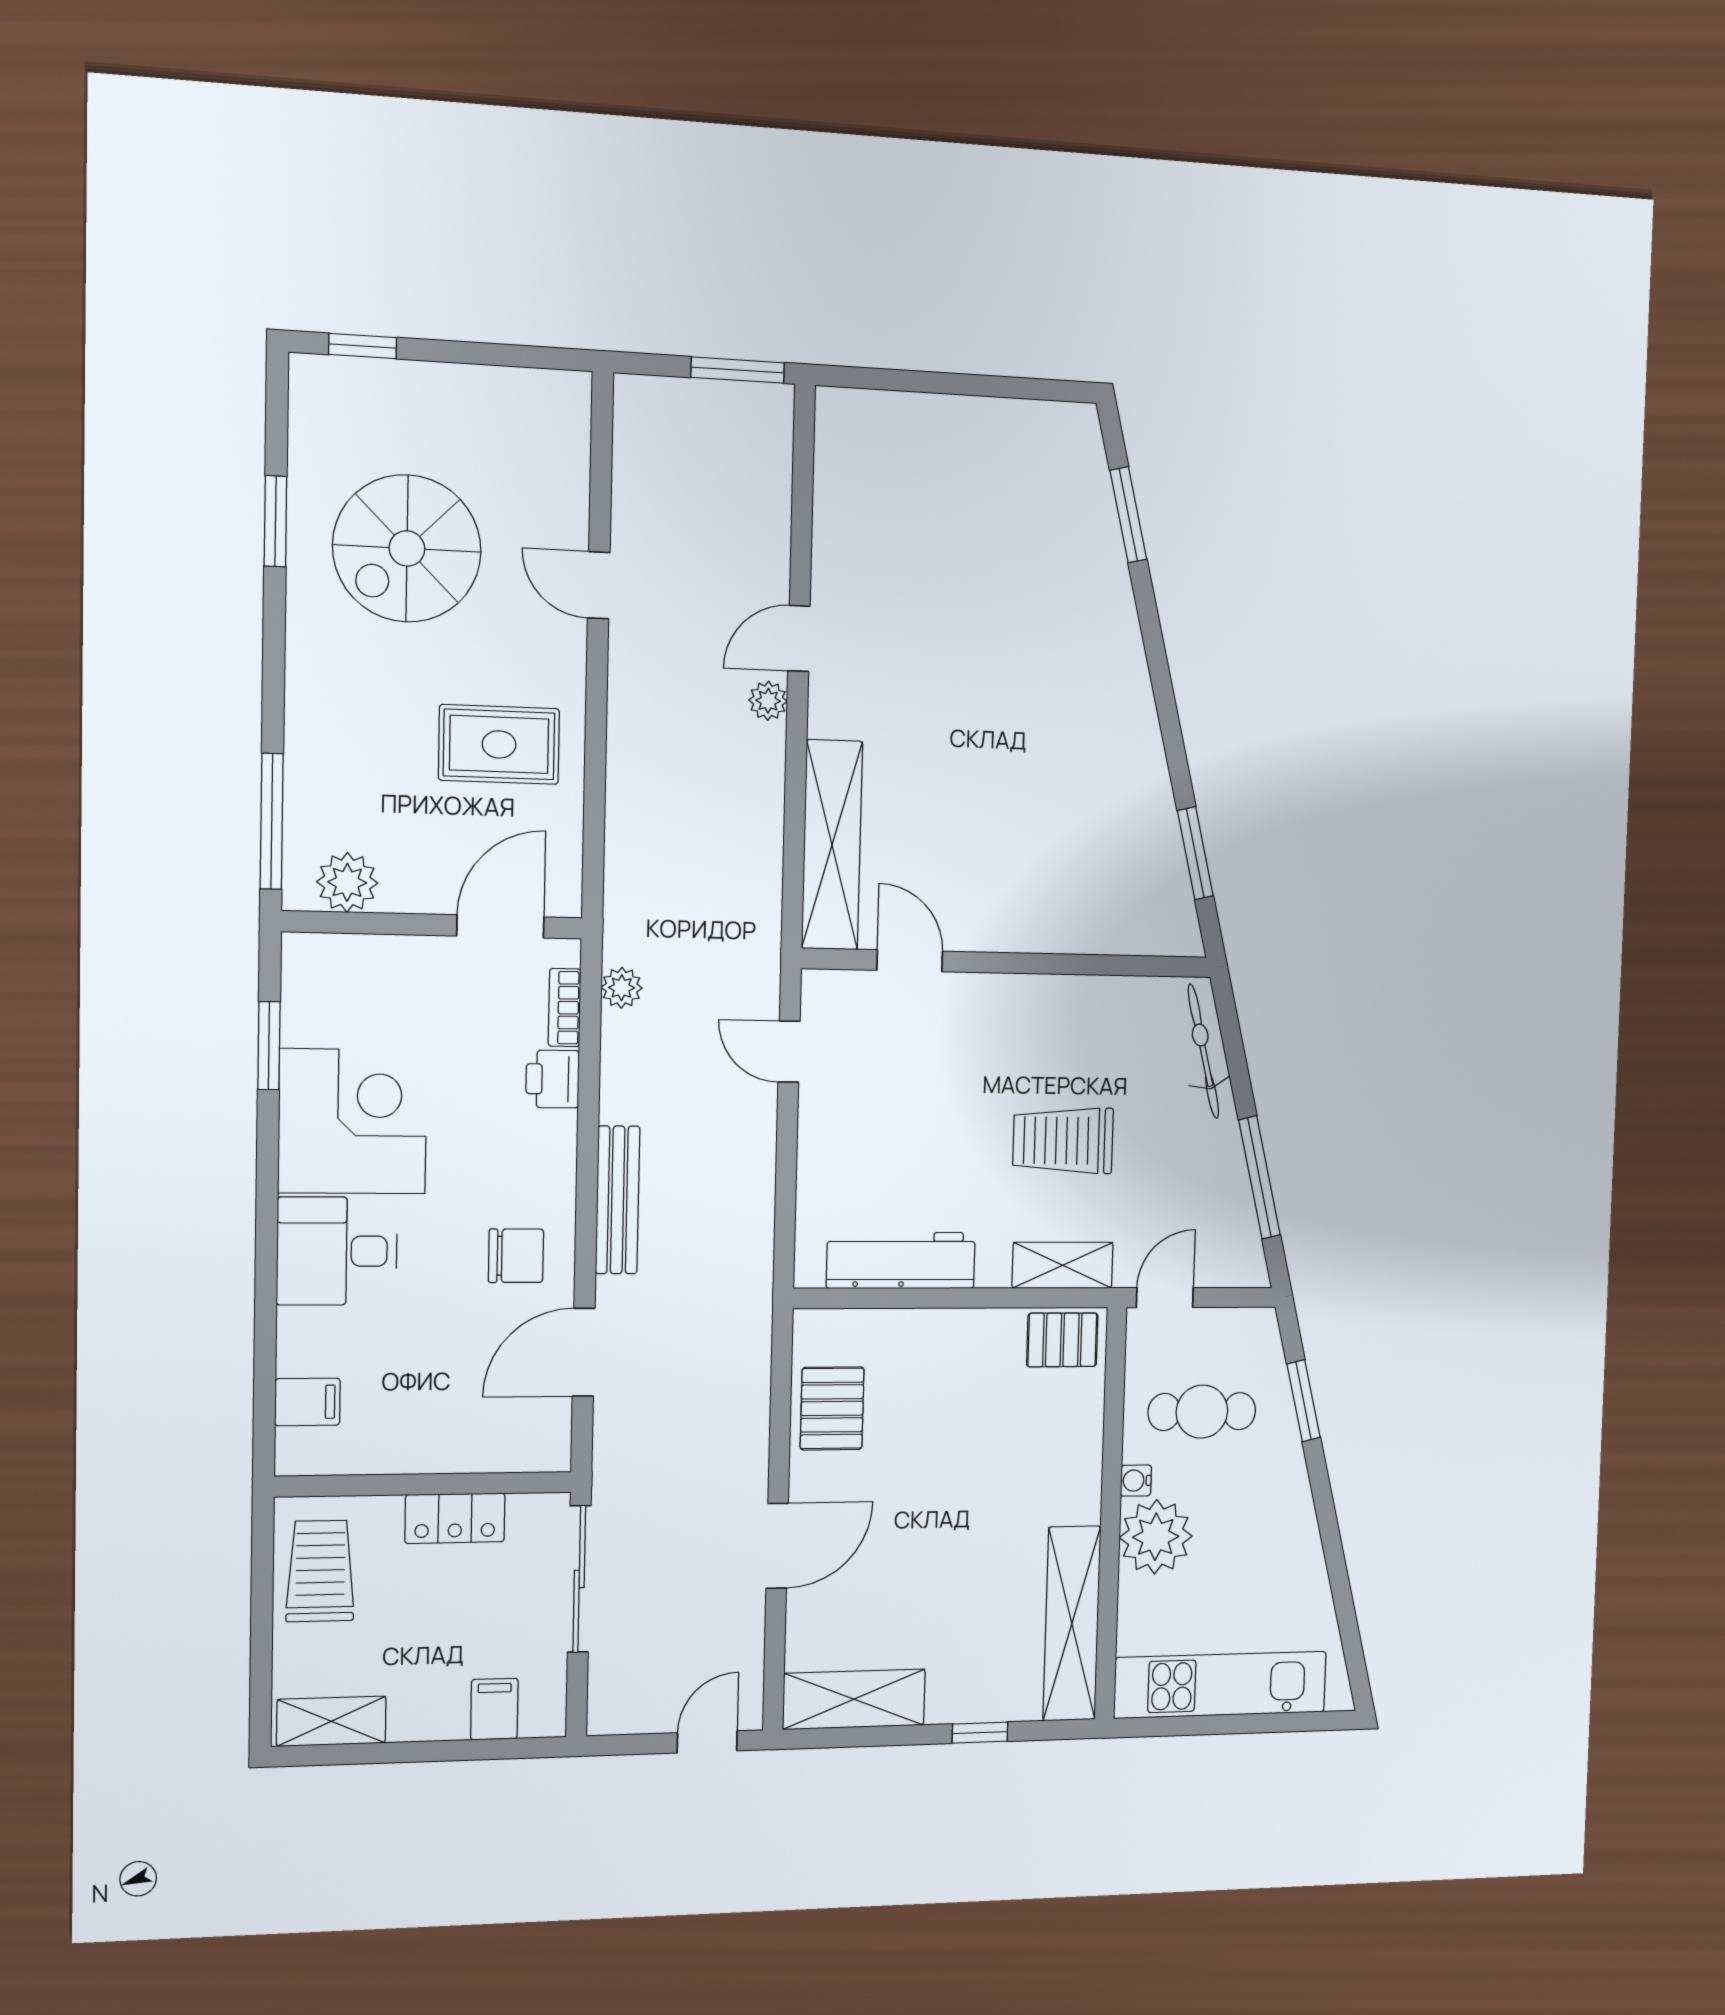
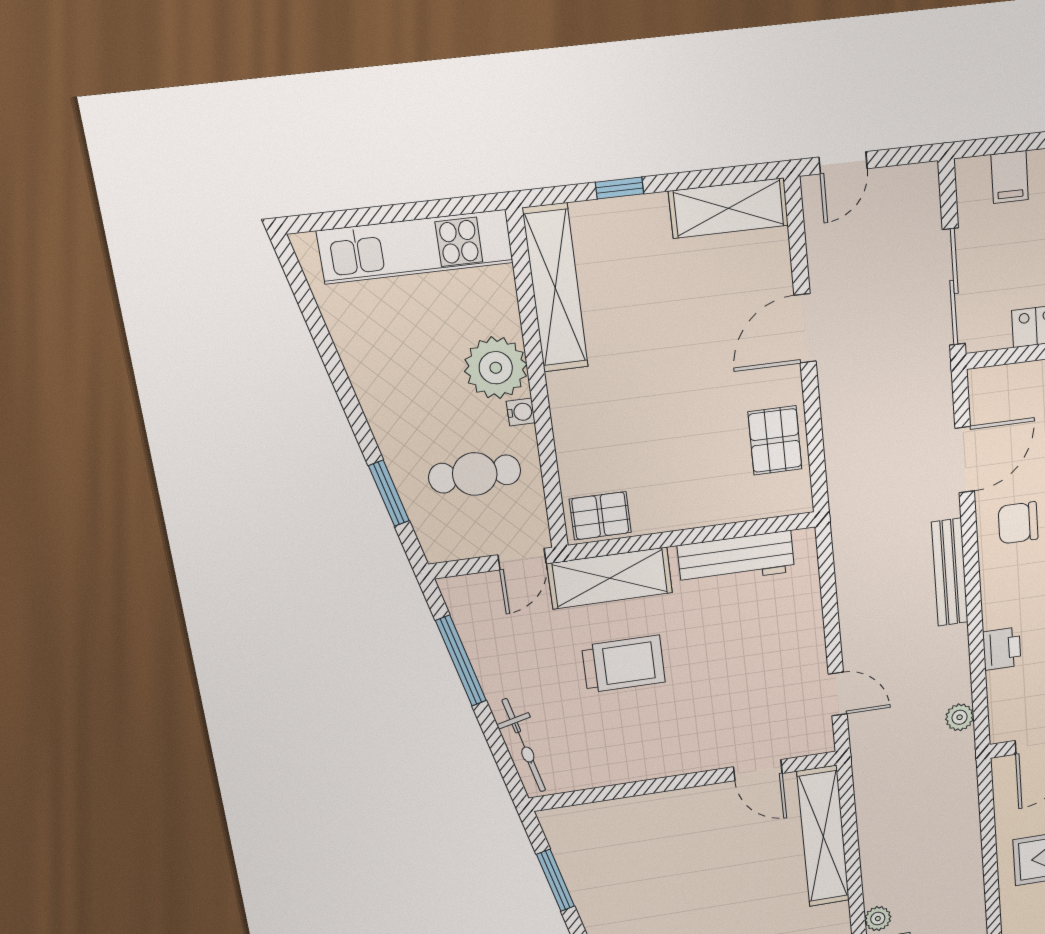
bookcase: (565, 1008) -> (997, 698), removed
shelving: (1063, 1265) -> (610, 578), width x1.50, depth x1.33

